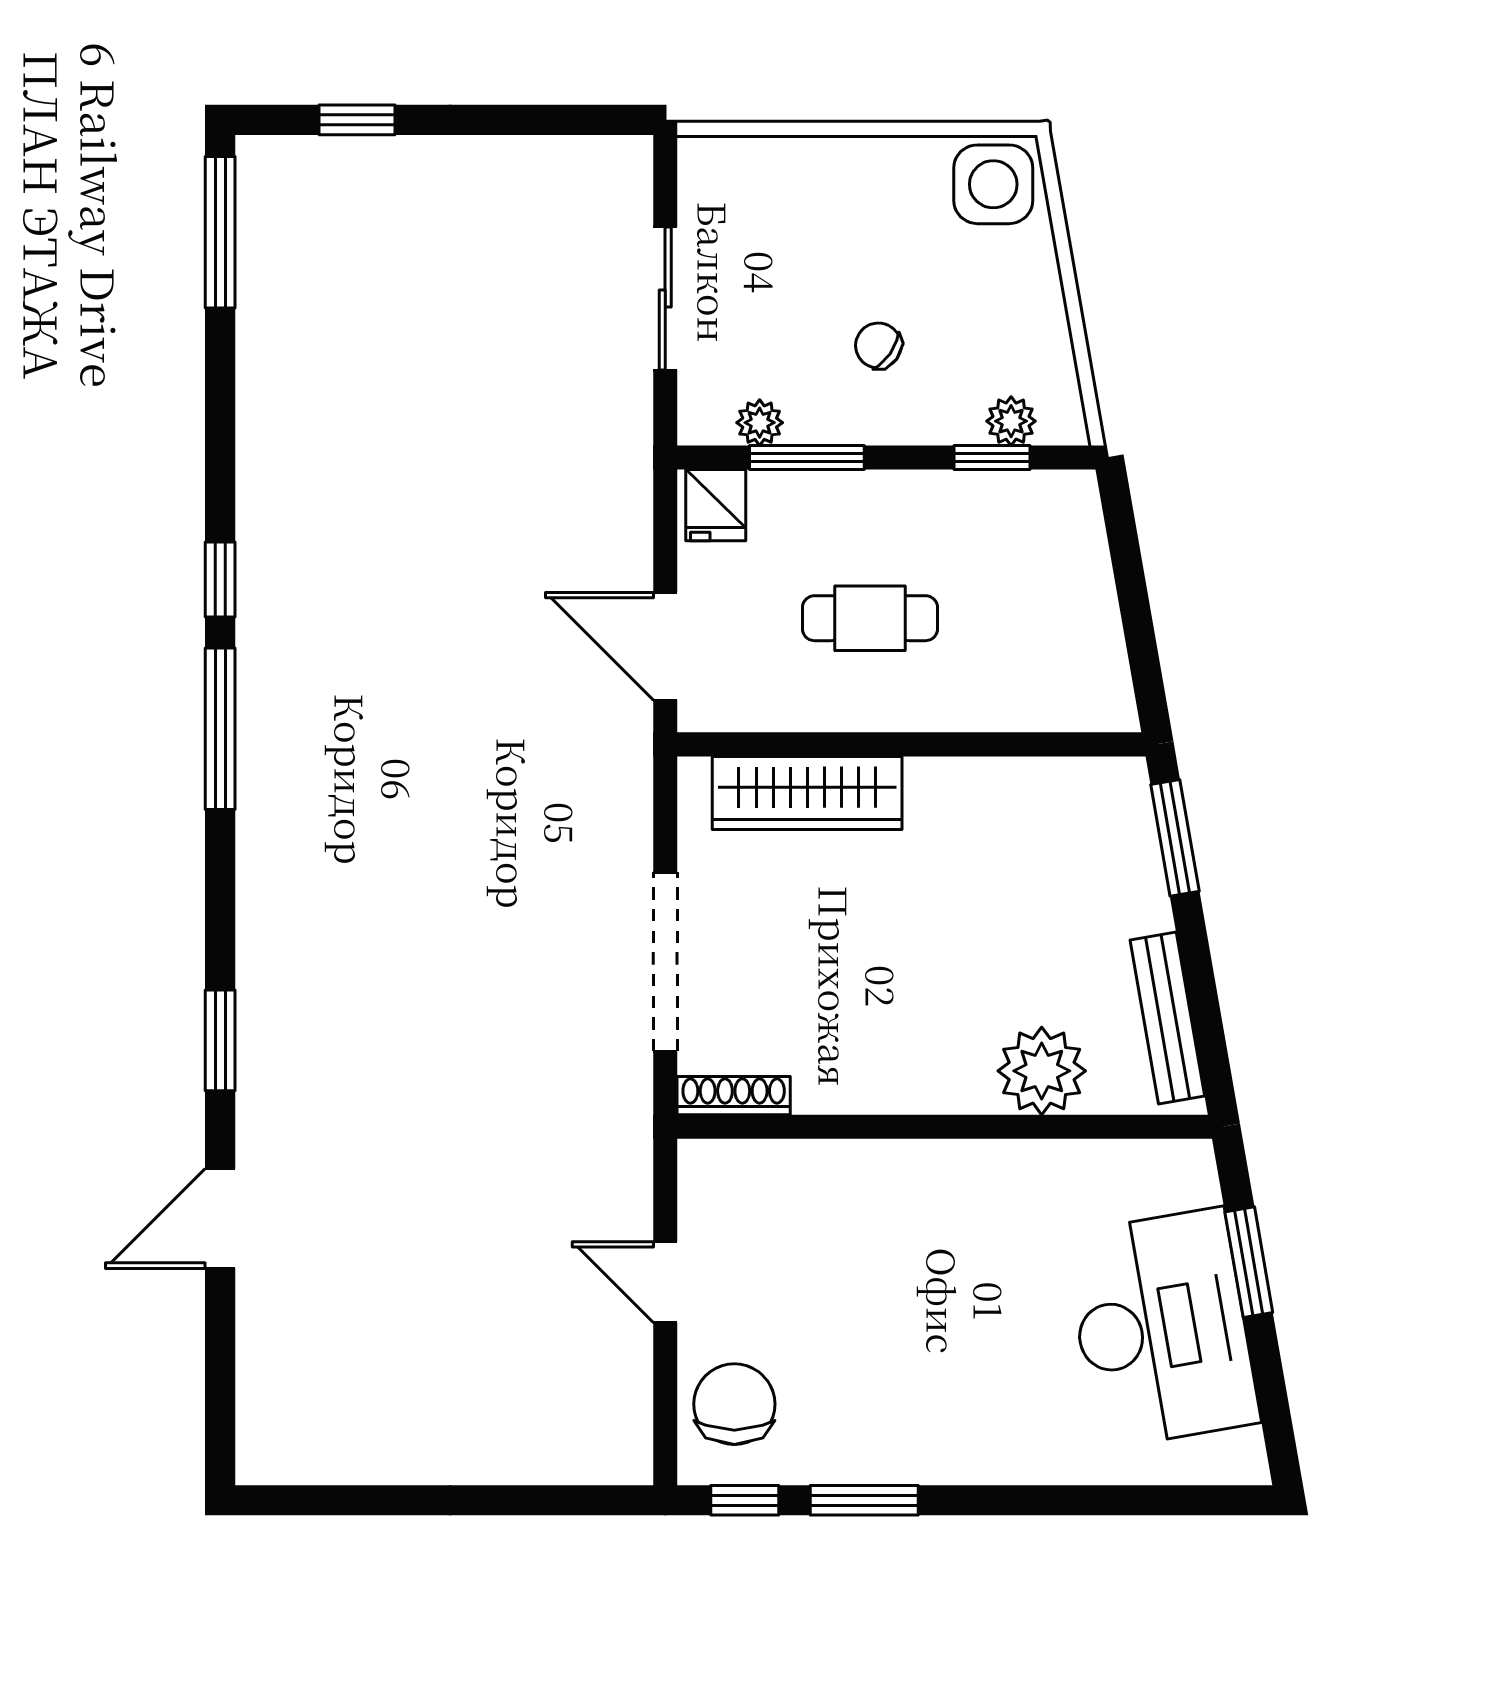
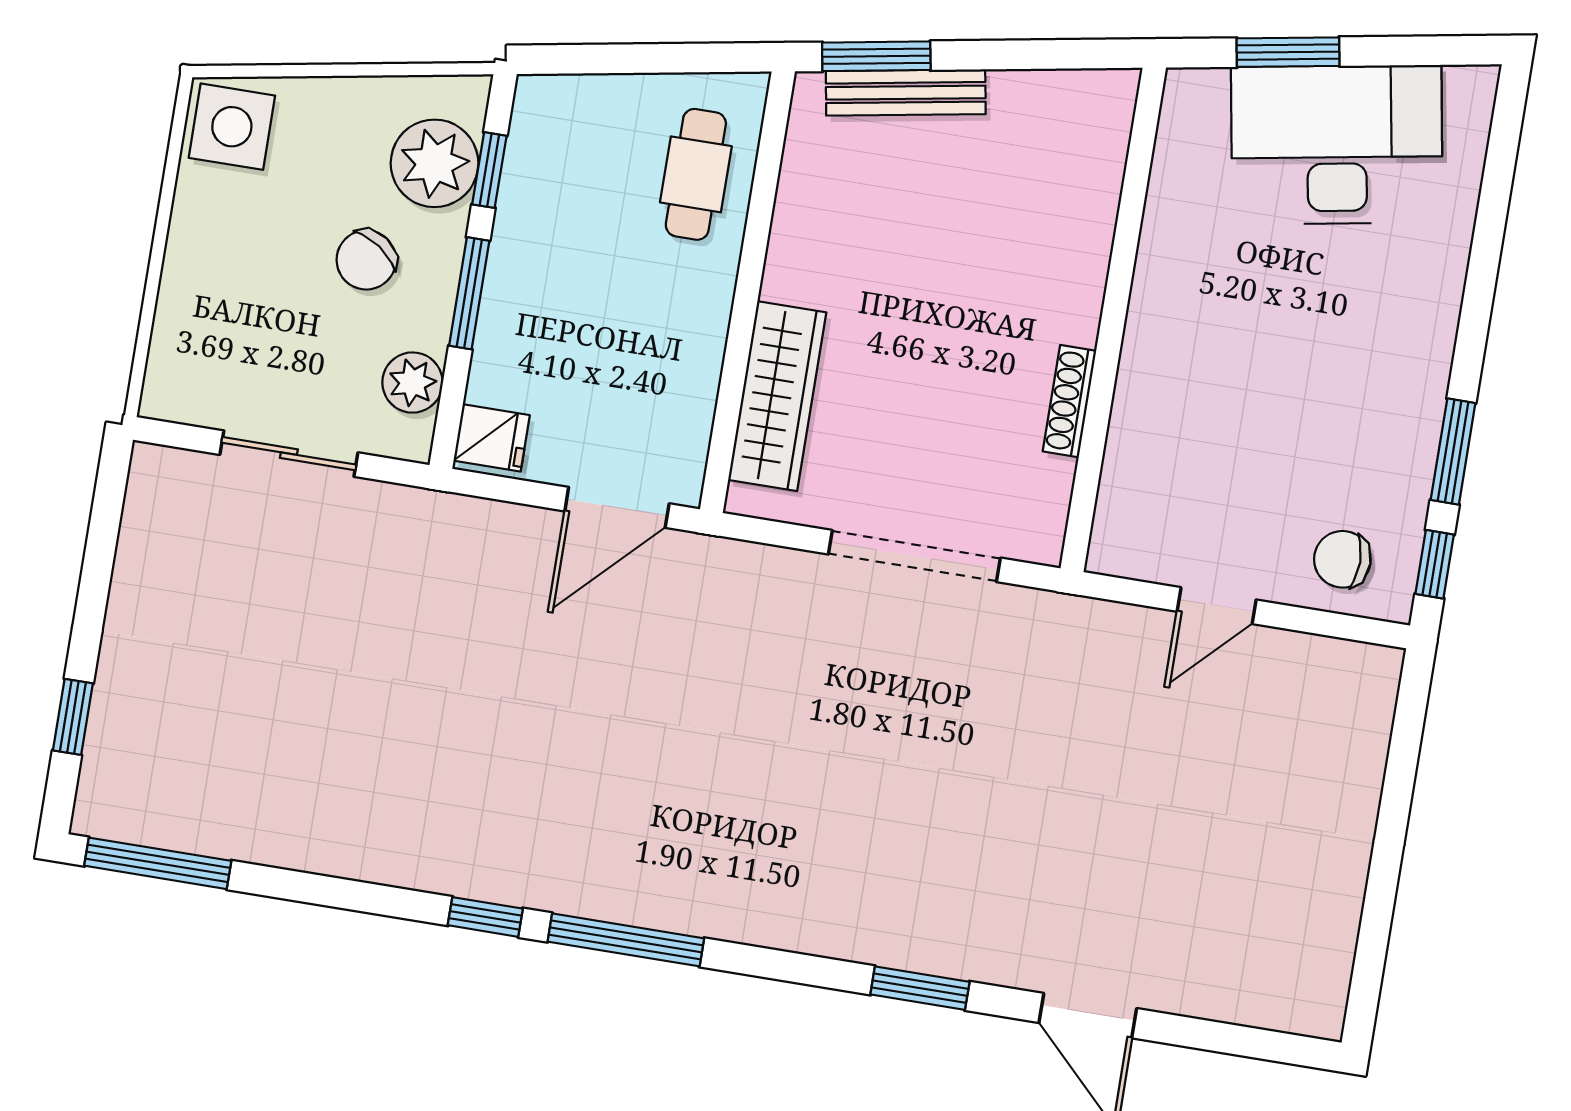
chair: (878, 346) -> (366, 260), width x1.37, depth x1.37
plant: (1011, 421) -> (435, 163), width x1.88, depth x1.88
plant: (760, 423) -> (412, 383), width x1.38, depth x1.38
window: (807, 458) -> (469, 293), moved
cafe table: (870, 618) -> (696, 174), moved
bench: (1167, 1018) -> (906, 93), moved
plant: (1042, 1071) -> (1076, 218), removed
shoe rack: (734, 1096) -> (1070, 401), moved
chair: (734, 1404) -> (1342, 559), width x0.73, depth x0.73

